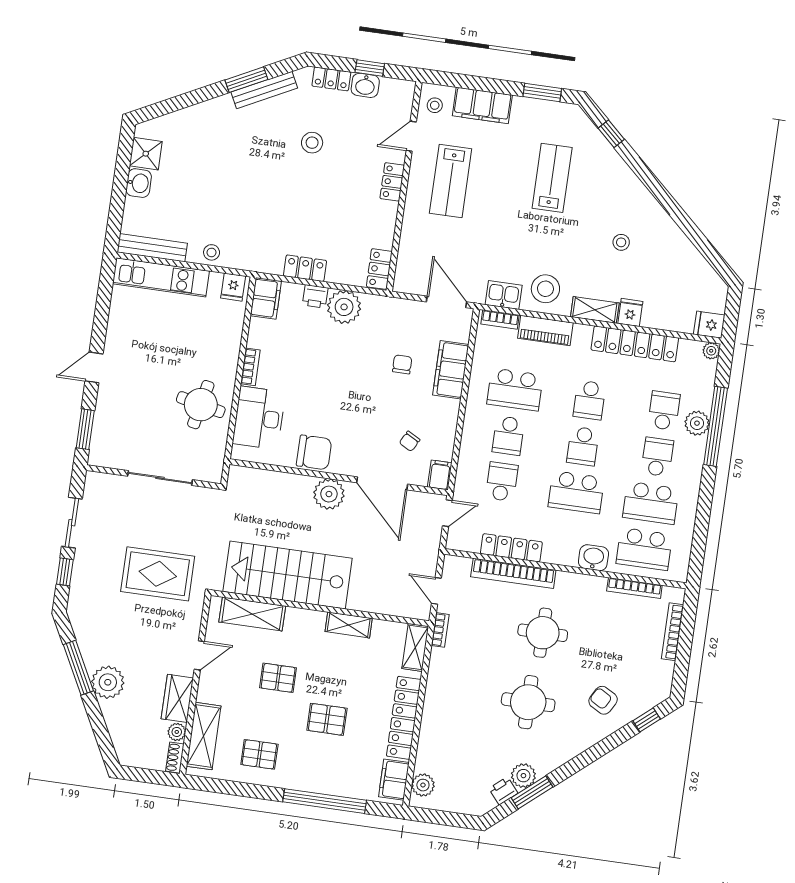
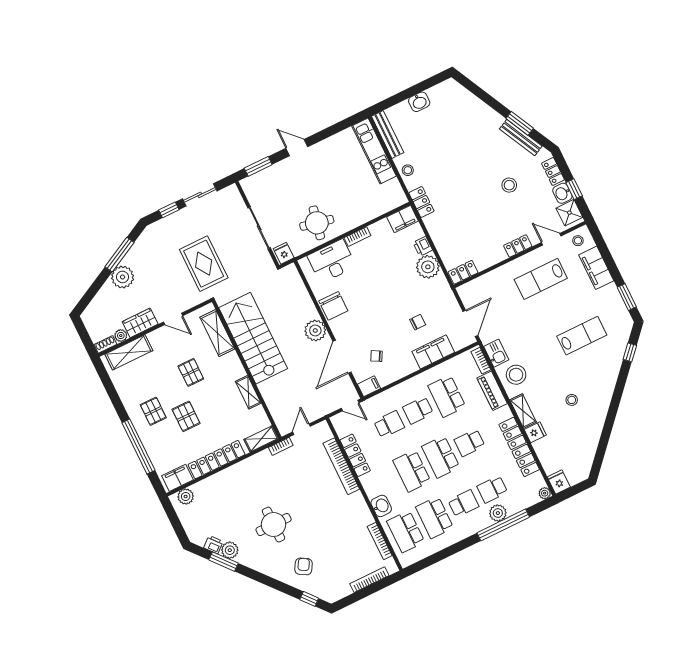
shower: (146, 154) -> (569, 213), moved
locker: (305, 268) -> (421, 202), moved
fridge: (233, 287) -> (284, 253), moved, turned 90
school desk: (664, 411) -> (492, 489), turned 180
school desk: (583, 446) -> (441, 457), width x1.85
round table: (543, 633) -> (319, 506), removed
pallet: (259, 754) -> (153, 411), moved

